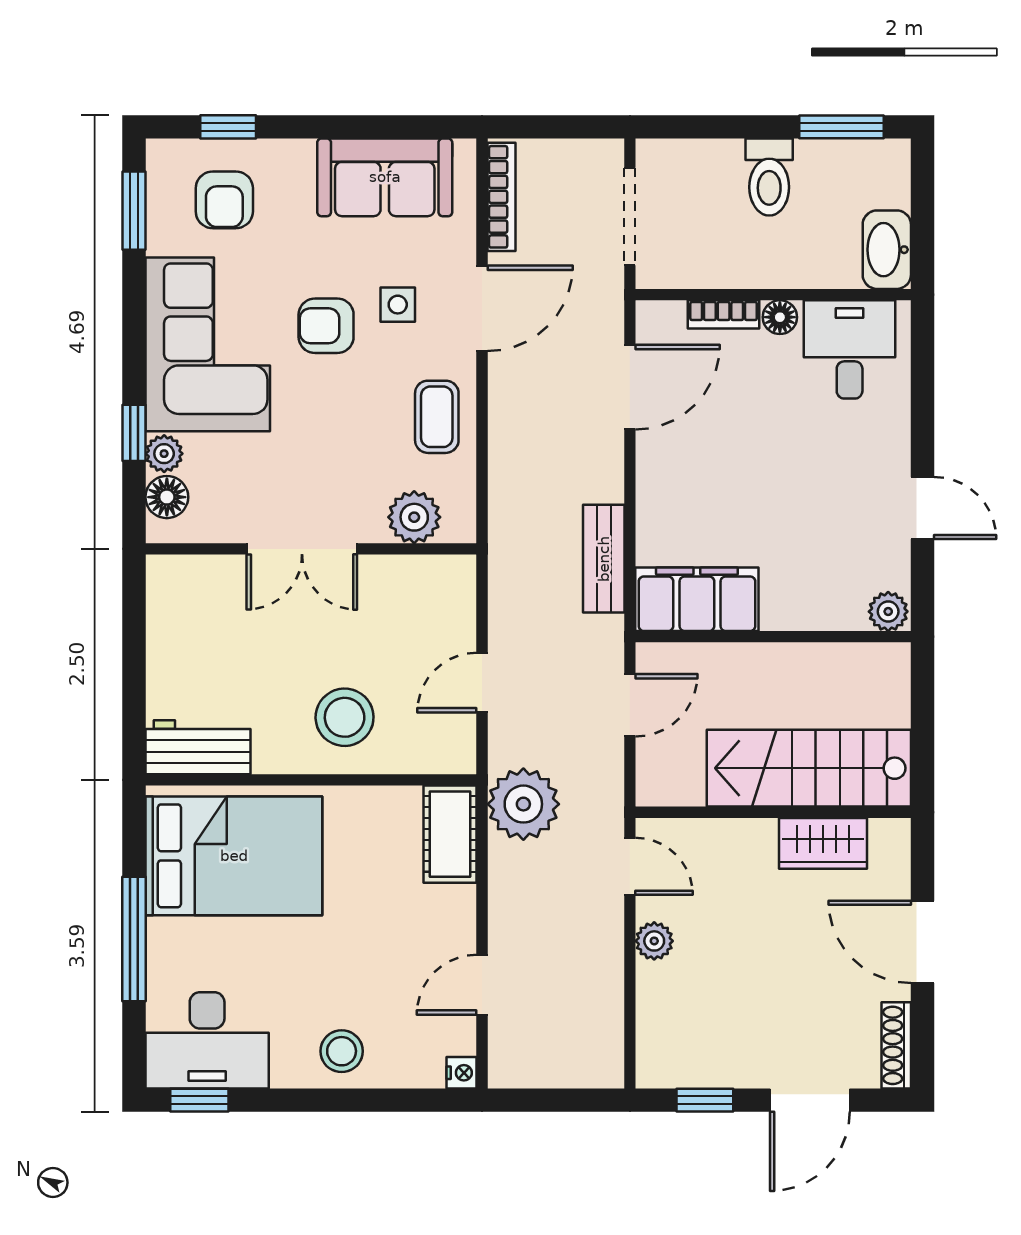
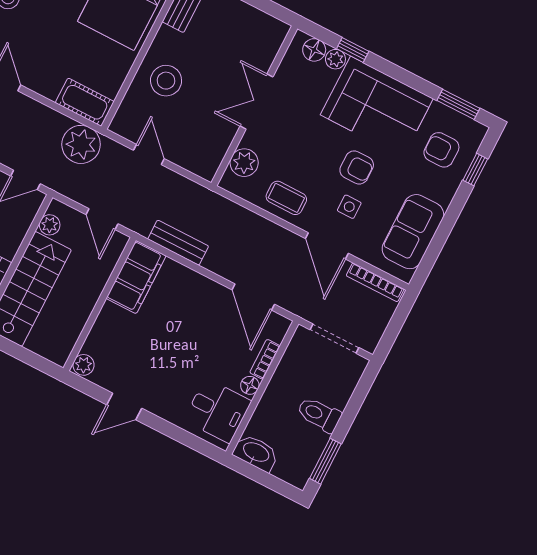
armchair: (326, 326) -> (357, 167), turned 90
plant: (684, 788) -> (50, 225), added

